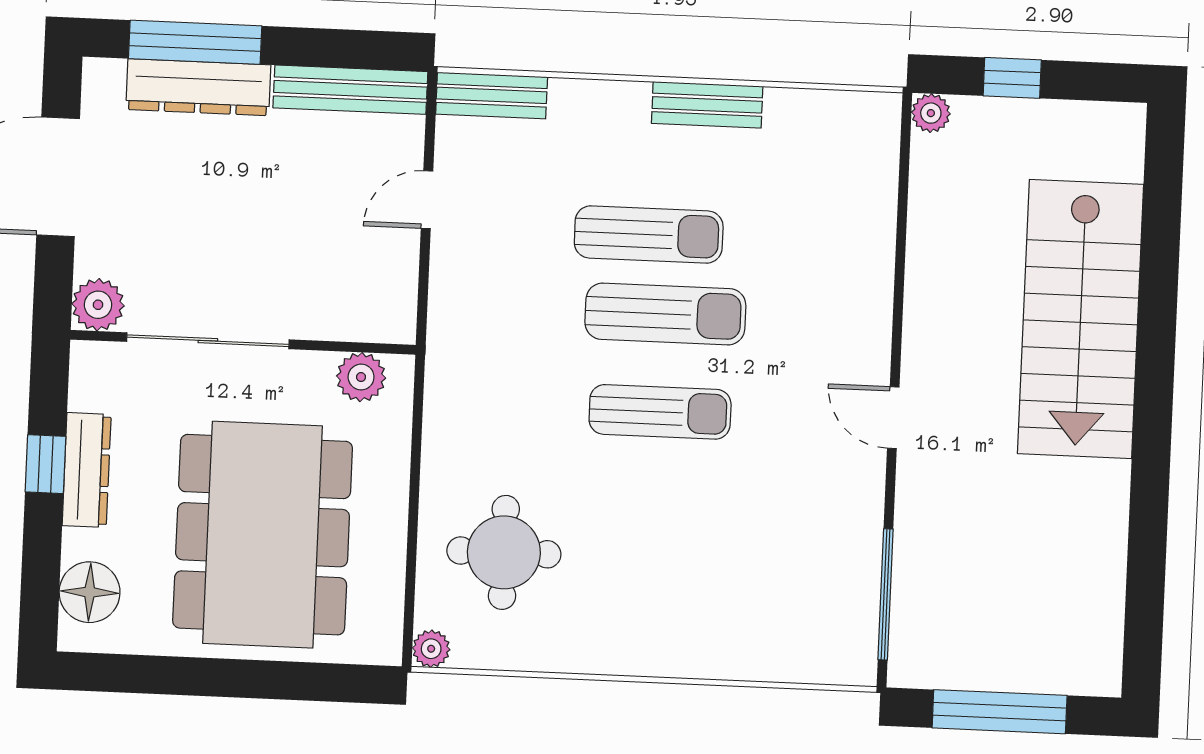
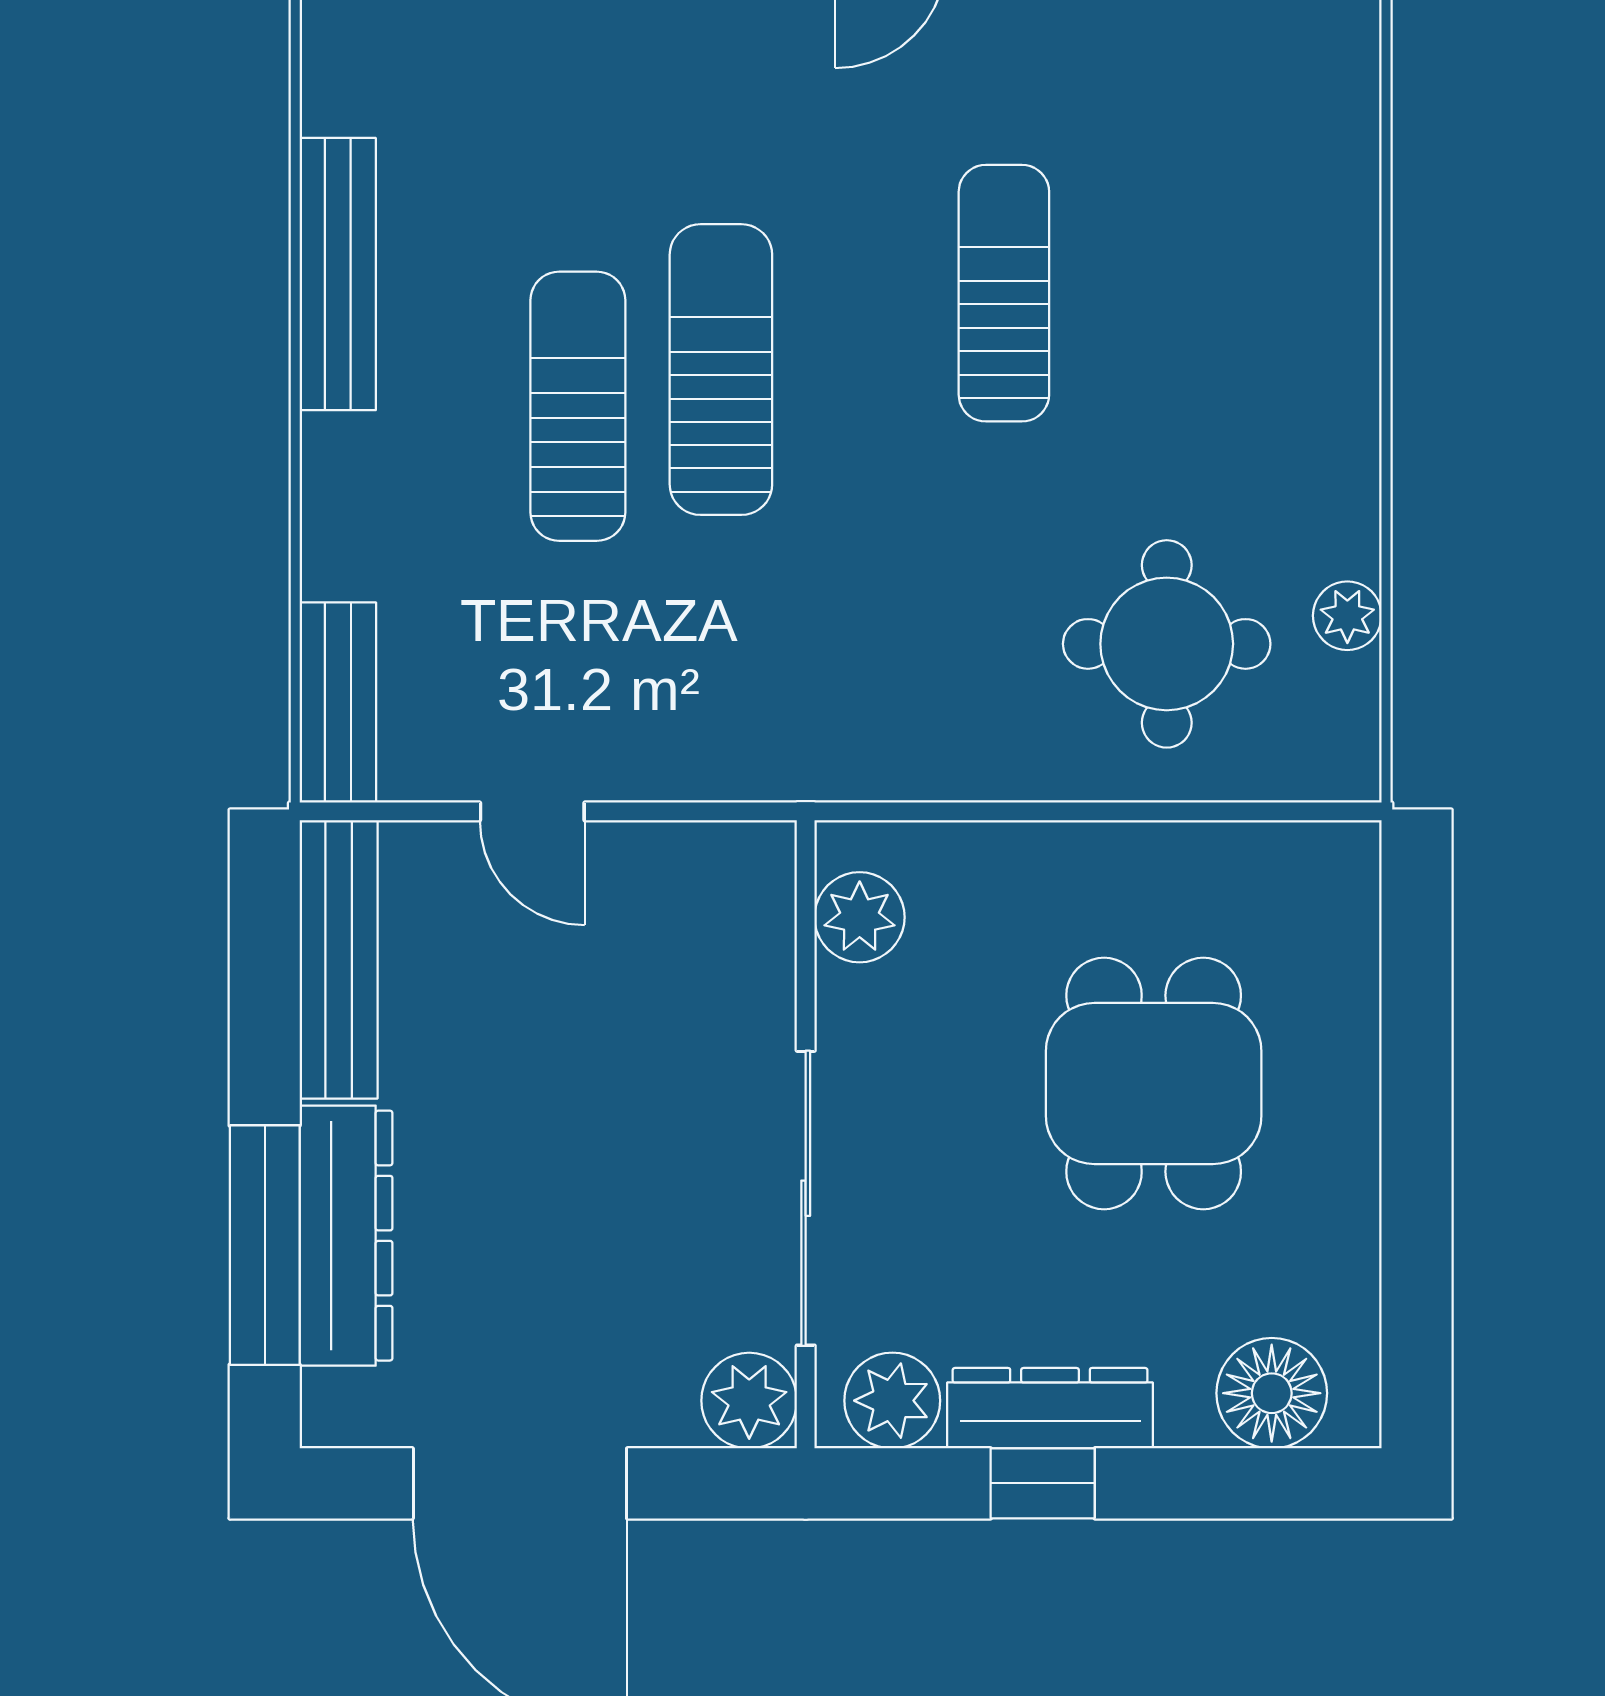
bench: (707, 105) -> (338, 274), width x1.36
plant: (95, 383) -> (892, 1401), added
sun lounger: (660, 412) -> (1004, 293), moved
dining table: (263, 535) -> (1154, 1084), width x0.53, depth x0.80
plant: (431, 649) -> (1347, 616), moved

